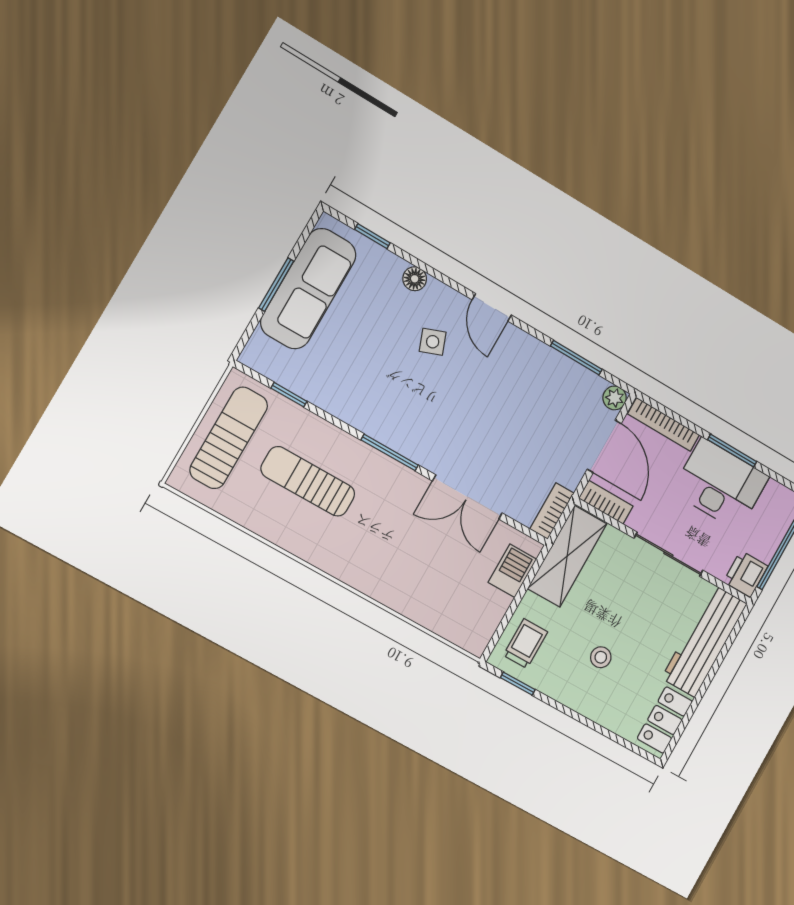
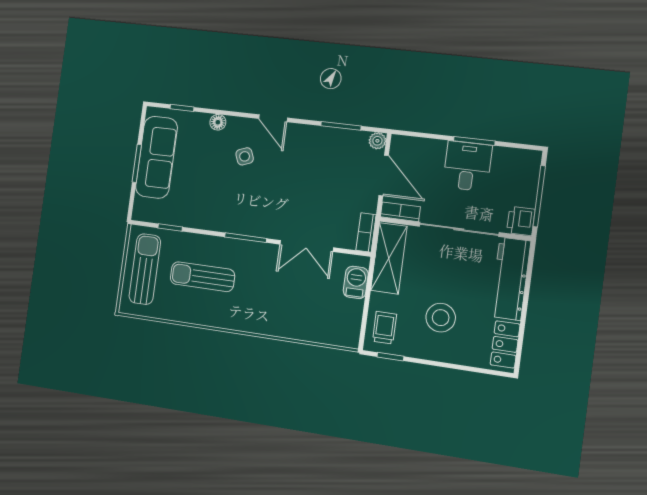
bookcase: (664, 424) -> (418, 144), removed
desk: (720, 484) -> (467, 166), width x0.73
sliding door: (668, 554) -> (459, 229), width x1.37
stool: (601, 657) -> (441, 318), width x1.89, depth x1.89

